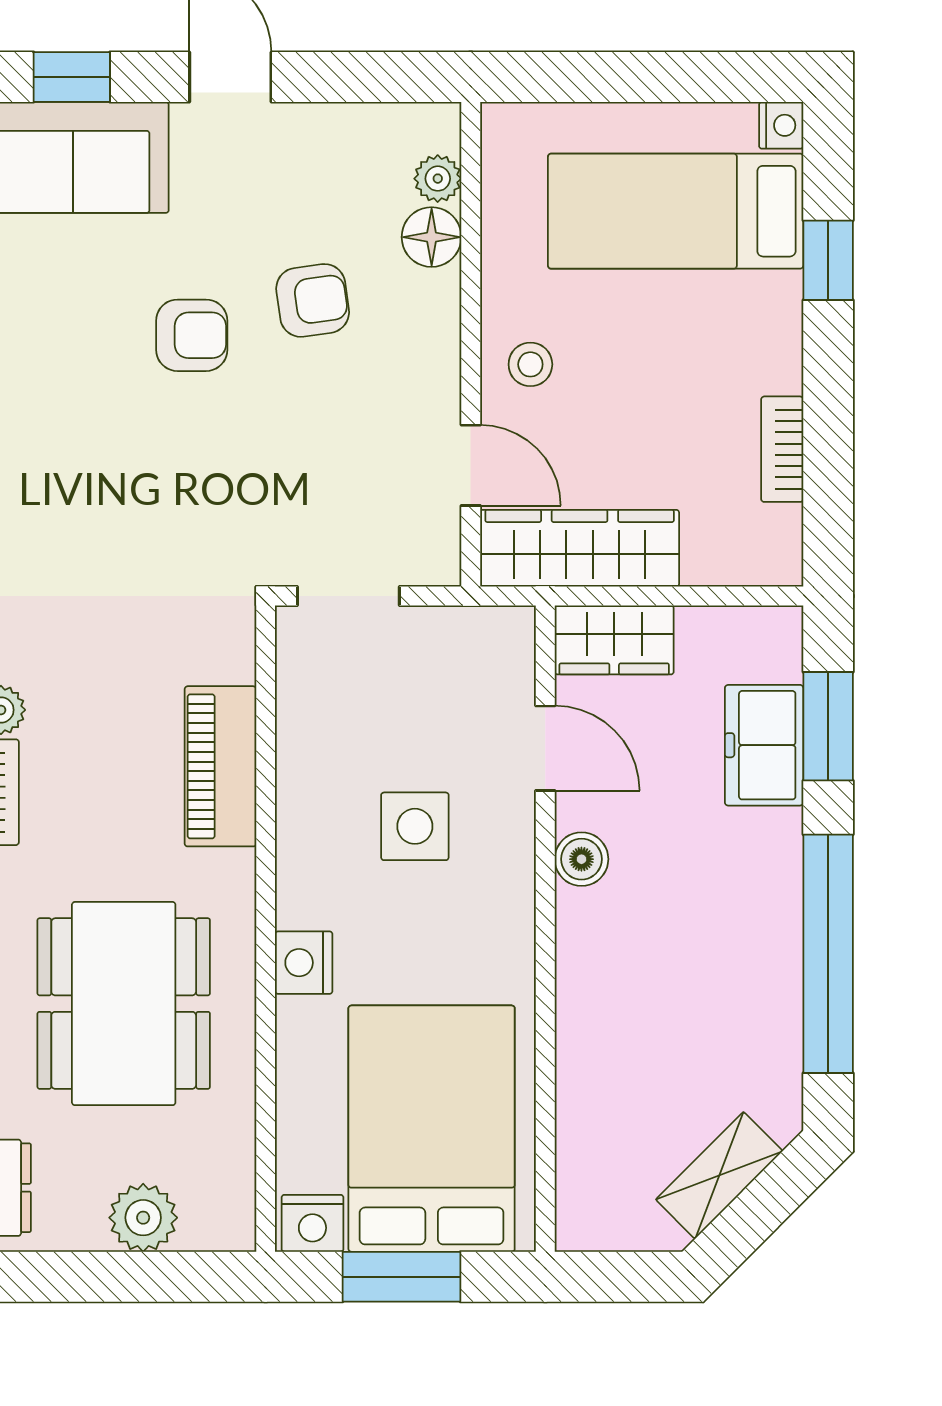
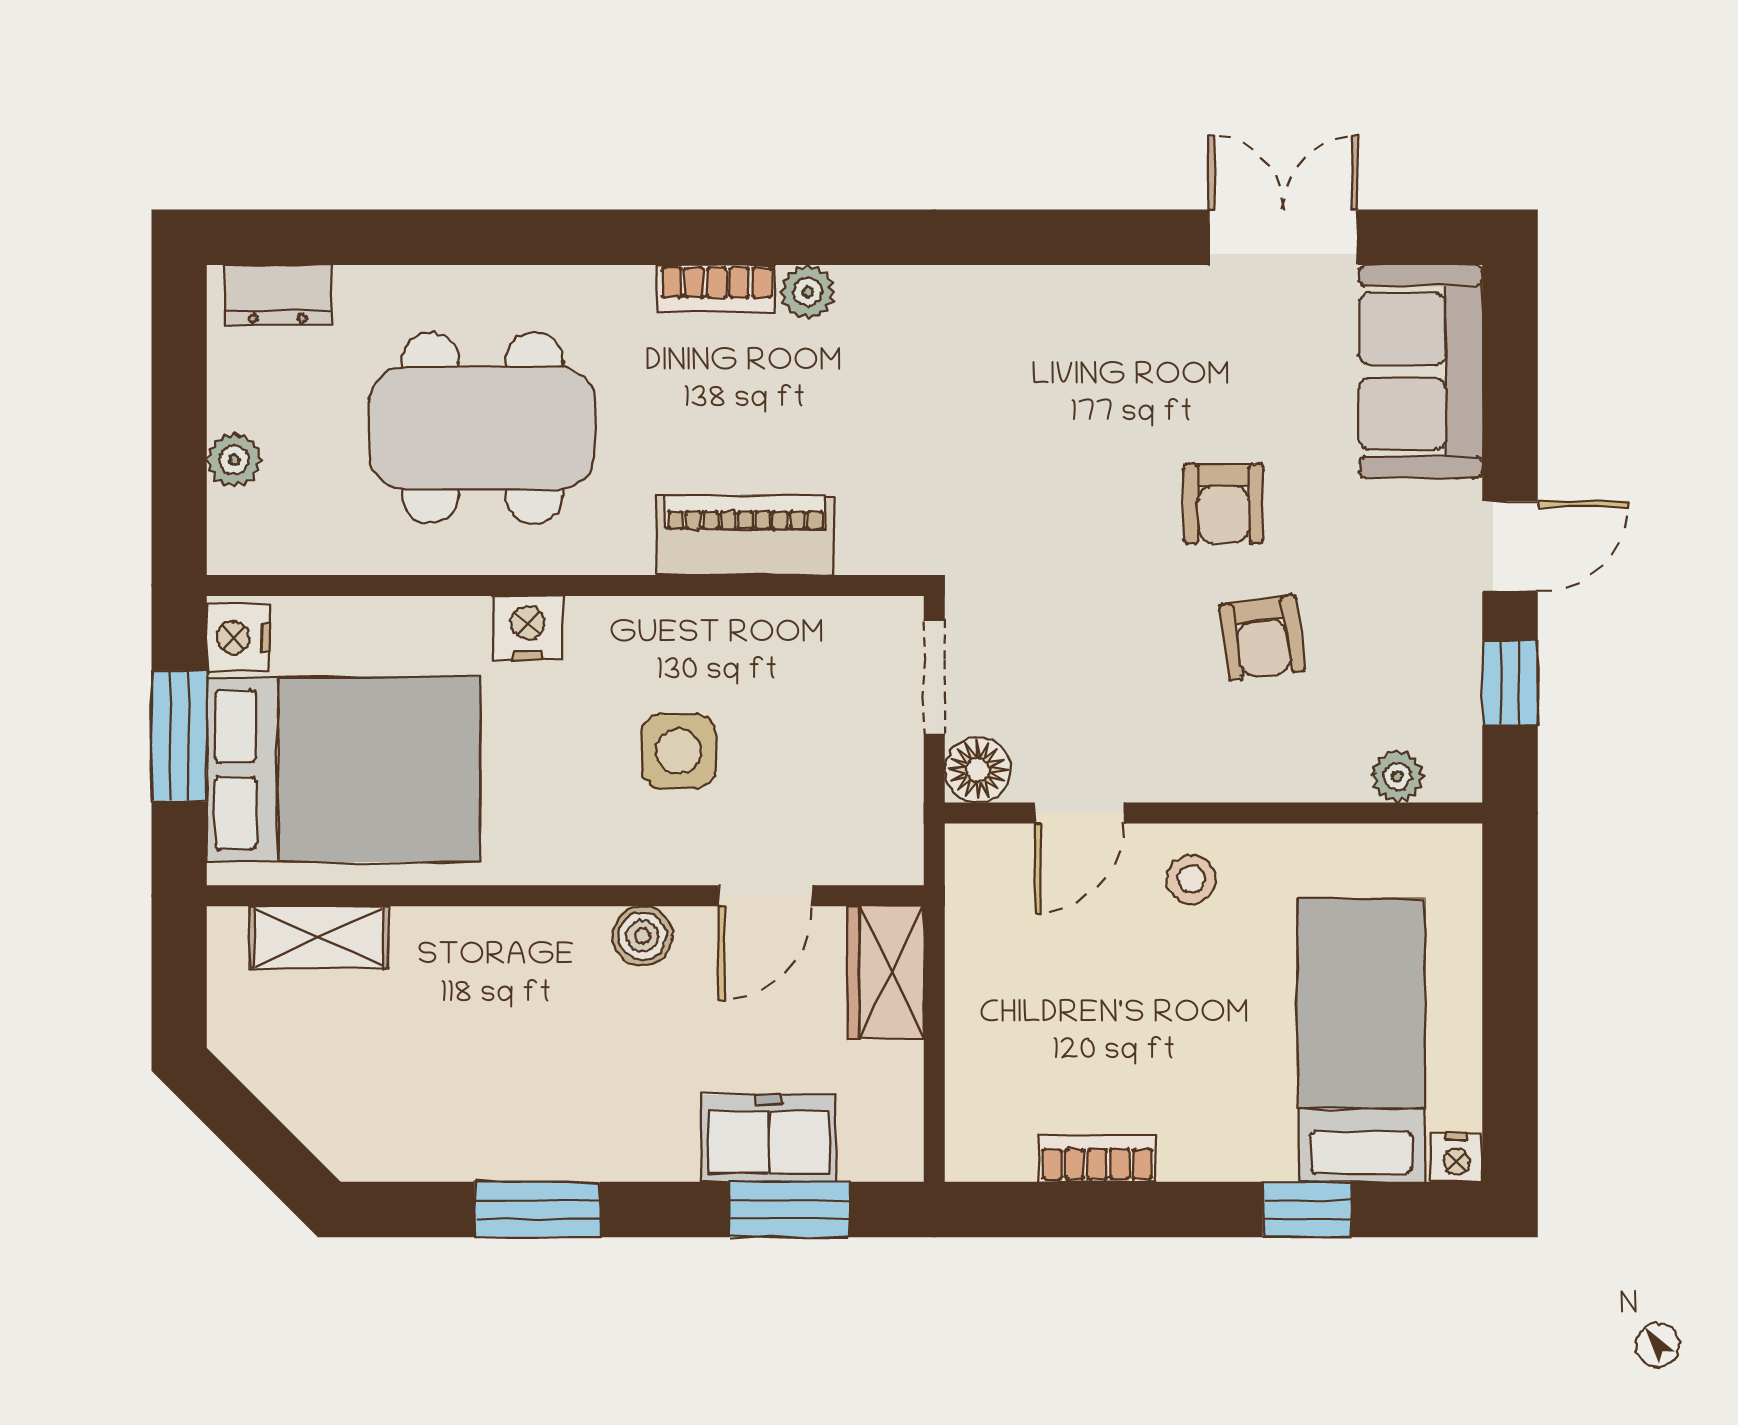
window: (72, 77) -> (1510, 682), moved
floor lamp: (432, 237) -> (978, 770), moved
wardrobe: (580, 548) -> (987, 934), removed
window: (828, 954) -> (537, 1210), width x0.47
shelving: (719, 1175) -> (319, 937), moved, turned -45
plant: (143, 1218) -> (234, 460), width x0.73, depth x0.73

